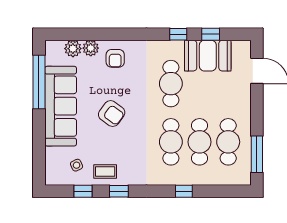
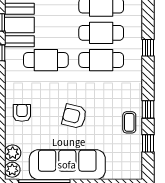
plant: (91, 48) -> (12, 170), moved
armchair: (115, 58) -> (22, 113), turned -90
armchair: (112, 114) -> (74, 116), turned -112
side table: (77, 165) -> (123, 150), removed

